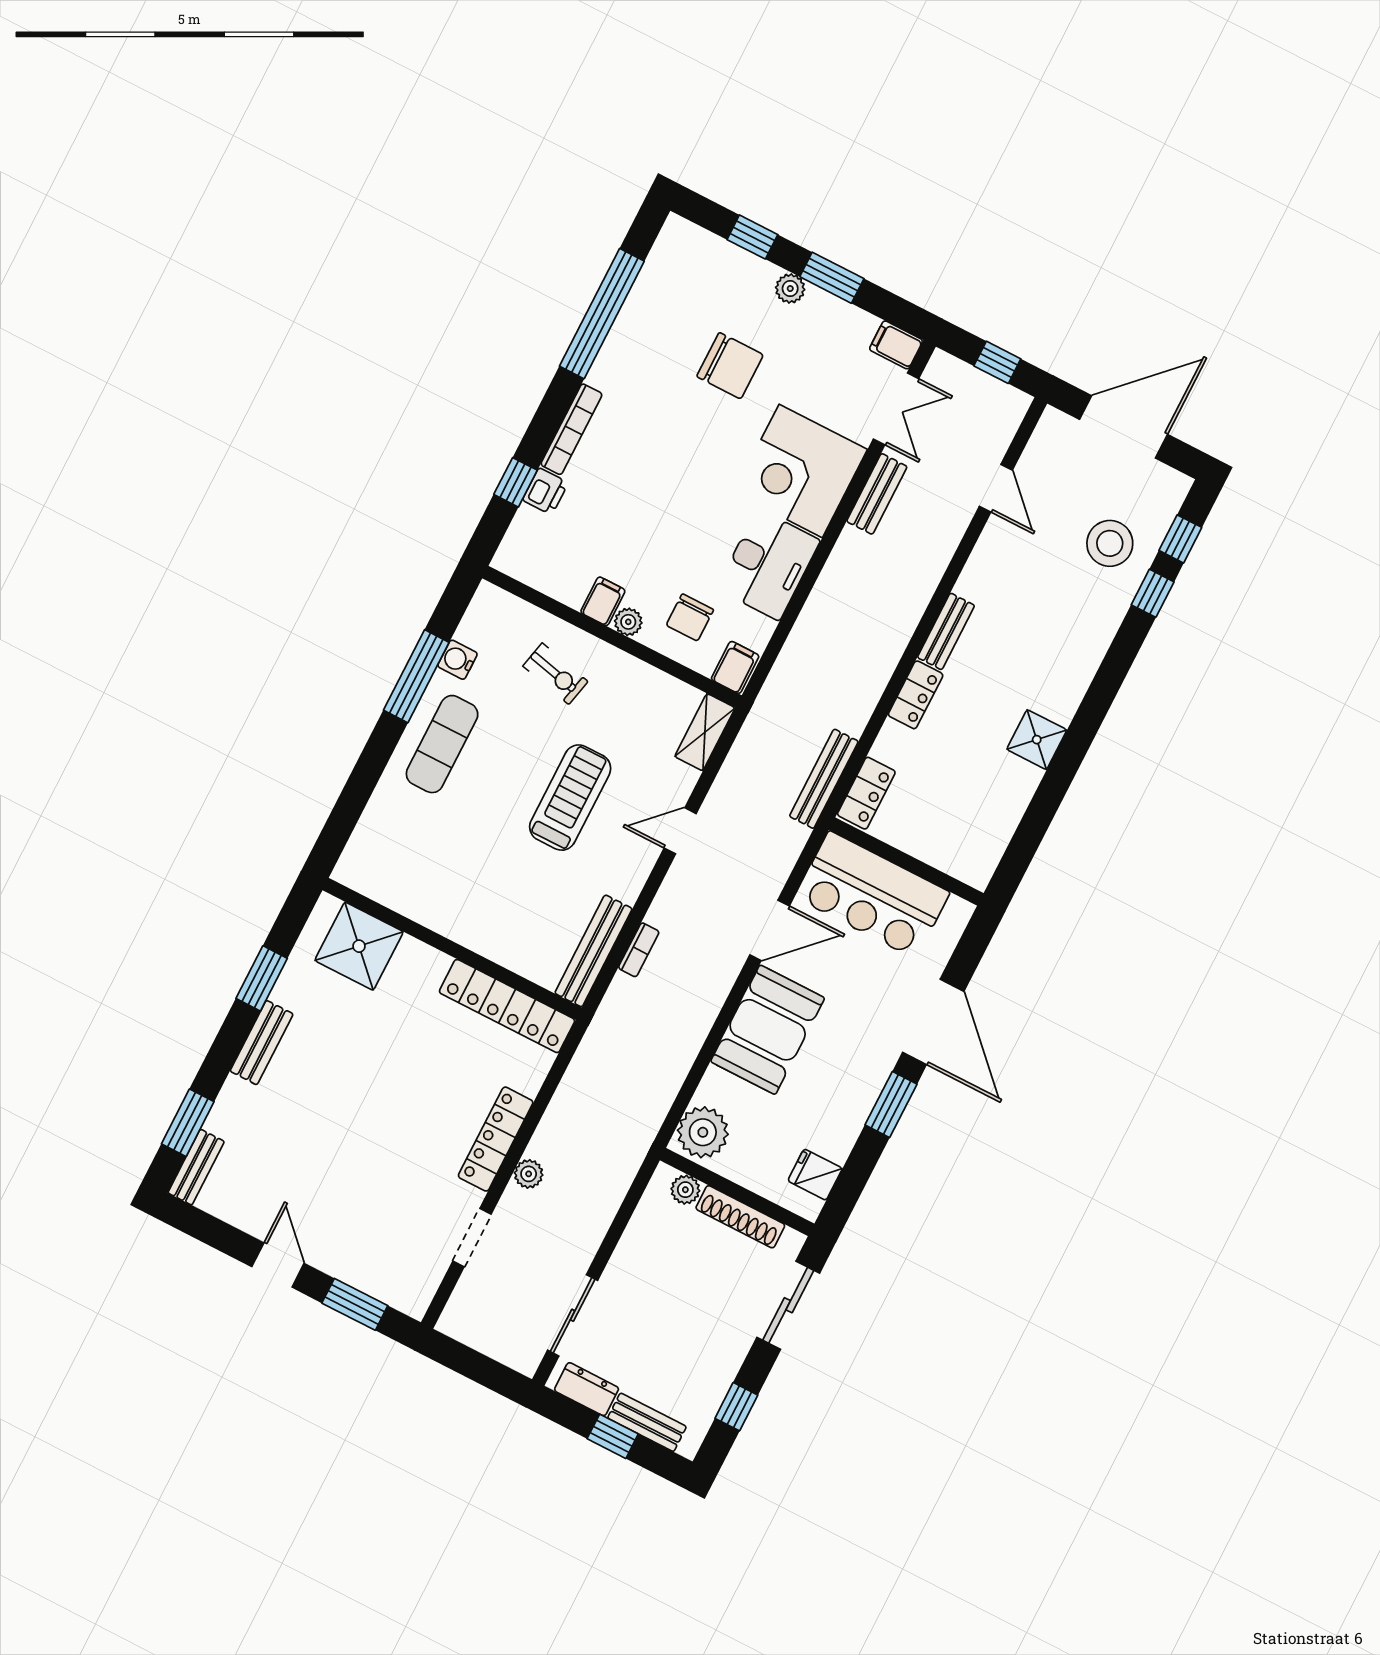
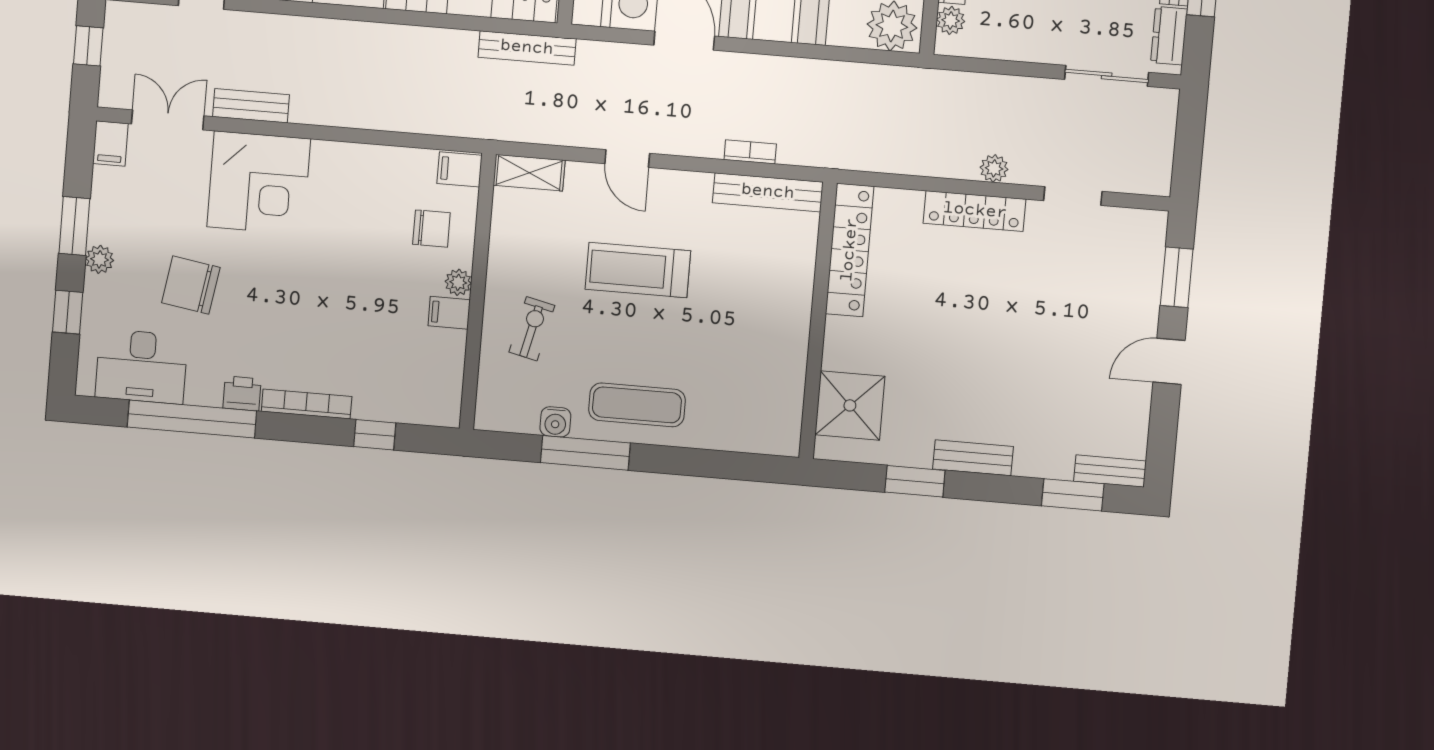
chair: (730, 366) -> (191, 285), turned -81
printer: (545, 491) -> (242, 394), moved
desk: (768, 565) -> (141, 366), moved, turned 180

